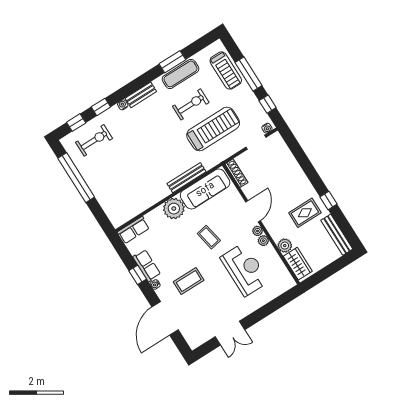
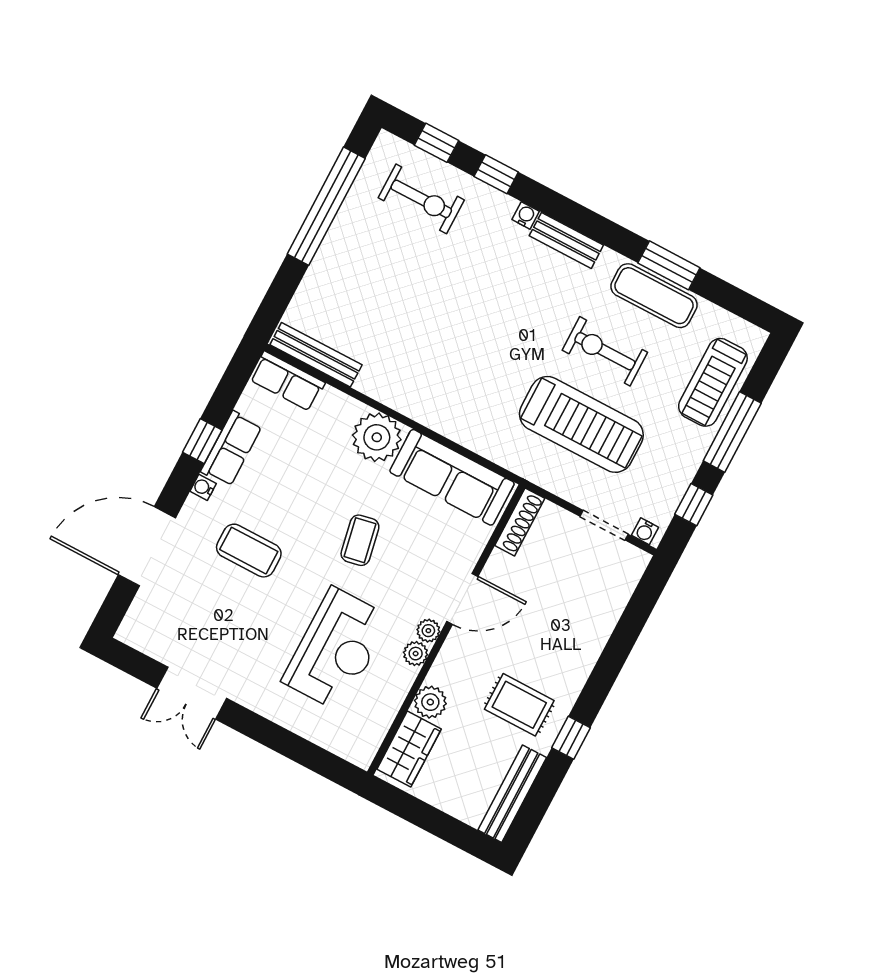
exercise bike: (191, 104) -> (605, 351), turned 180
bench: (187, 178) -> (316, 355), moved

